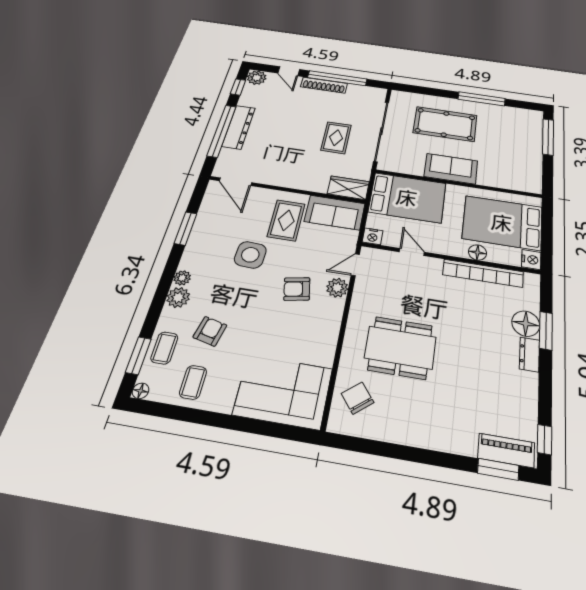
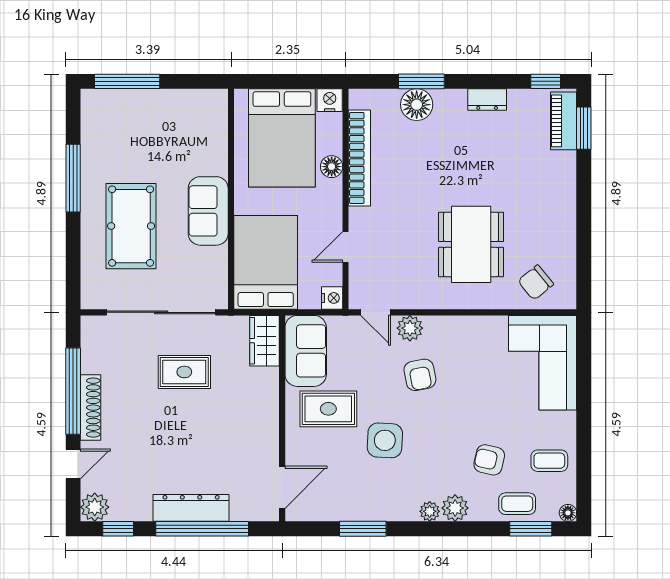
dresser: (529, 354) -> (487, 99), moved

